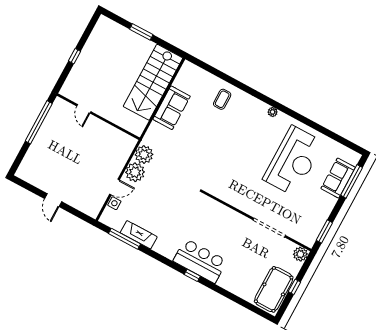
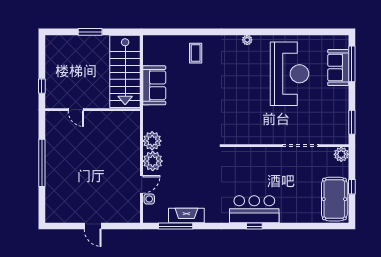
door: (84, 109) -> (76, 110), moved
wall: (98, 117) -> (93, 110), moved

